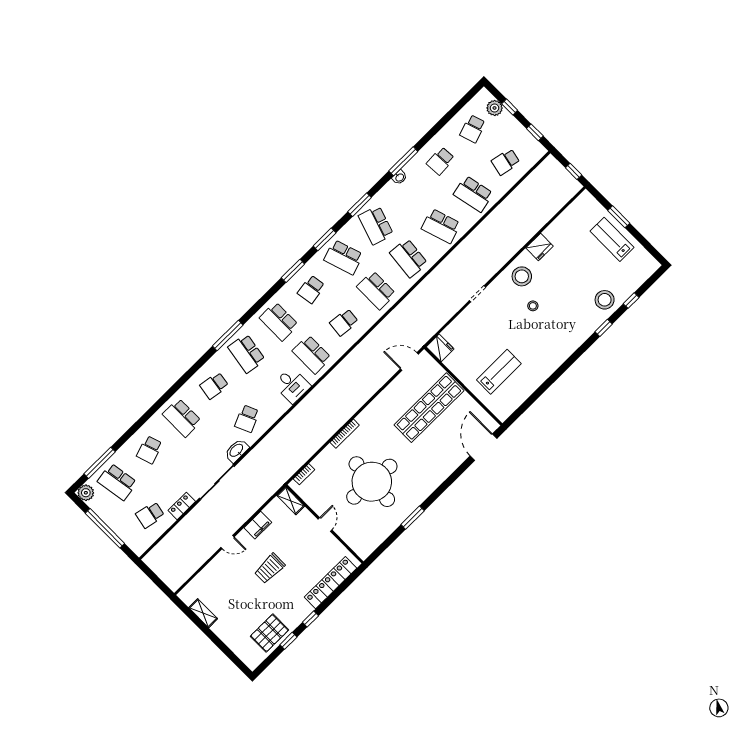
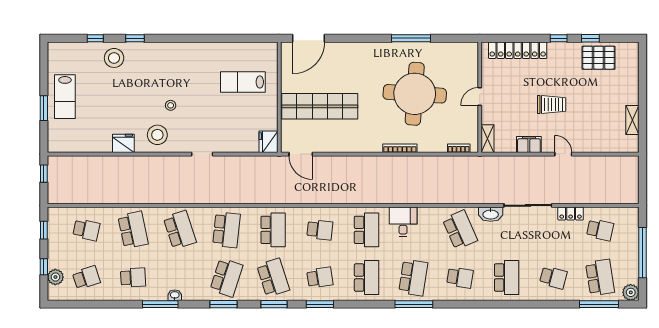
school desk: (247, 419) -> (460, 230), width x1.85
school desk: (150, 450) -> (553, 278), turned 33
window: (413, 518) -> (411, 38), width x1.44

